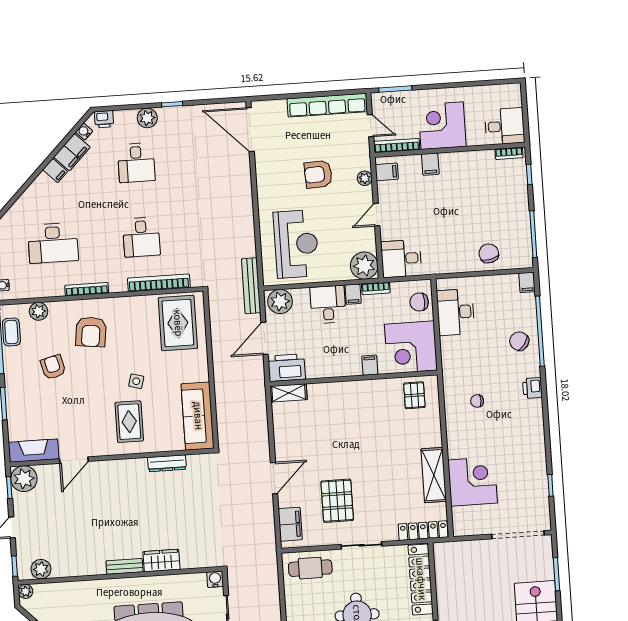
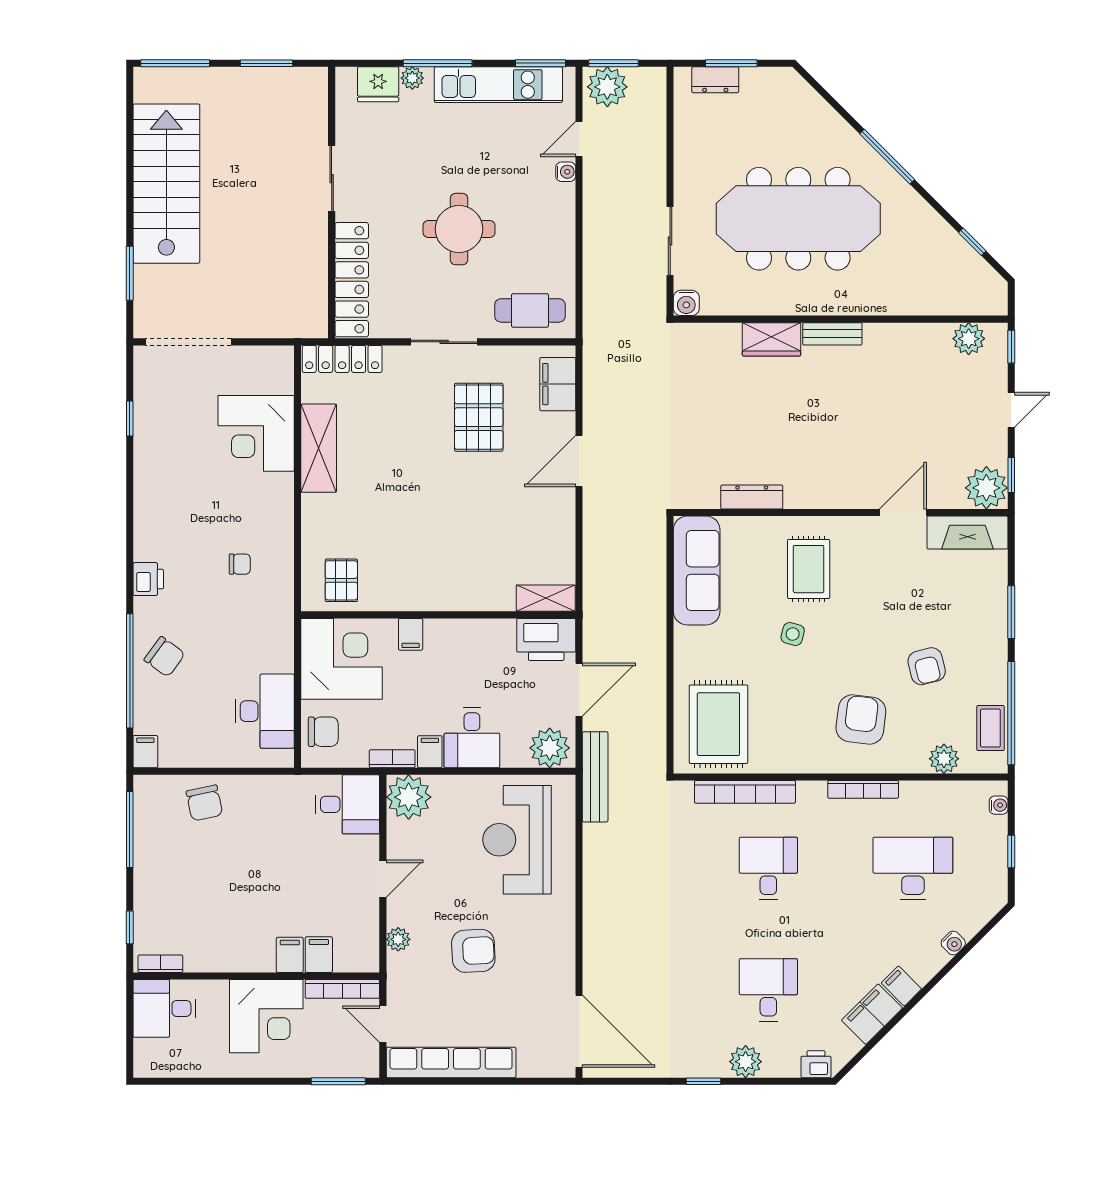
water cooler: (84, 132) -> (953, 943), moved
filing cabinet: (387, 172) -> (319, 955), moved, turned 90
plant: (26, 591) -> (996, 304), removed

